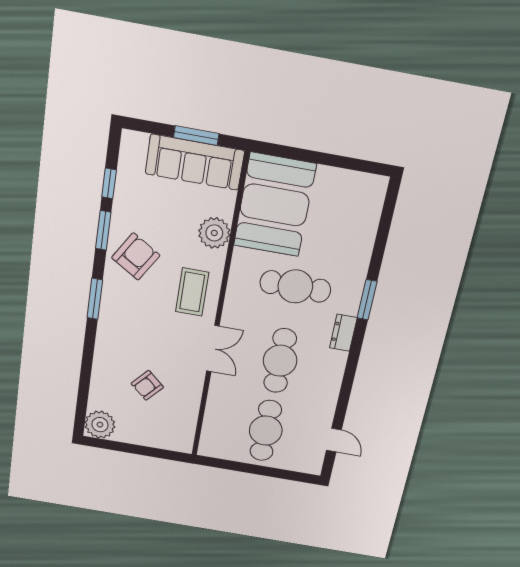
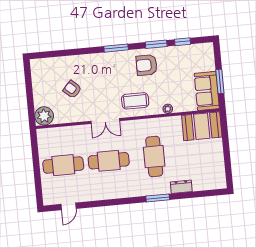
sofa: (195, 162) -> (207, 91), width x0.73
booth: (275, 205) -> (202, 126), width x0.73, depth x0.70
plant: (214, 233) -> (168, 109), width x0.53, depth x0.53
armchair: (136, 257) -> (147, 65), turned 148
dresser: (343, 333) -> (181, 187), moved
plant: (100, 425) -> (44, 116), moved

